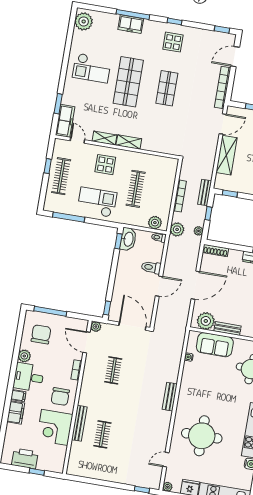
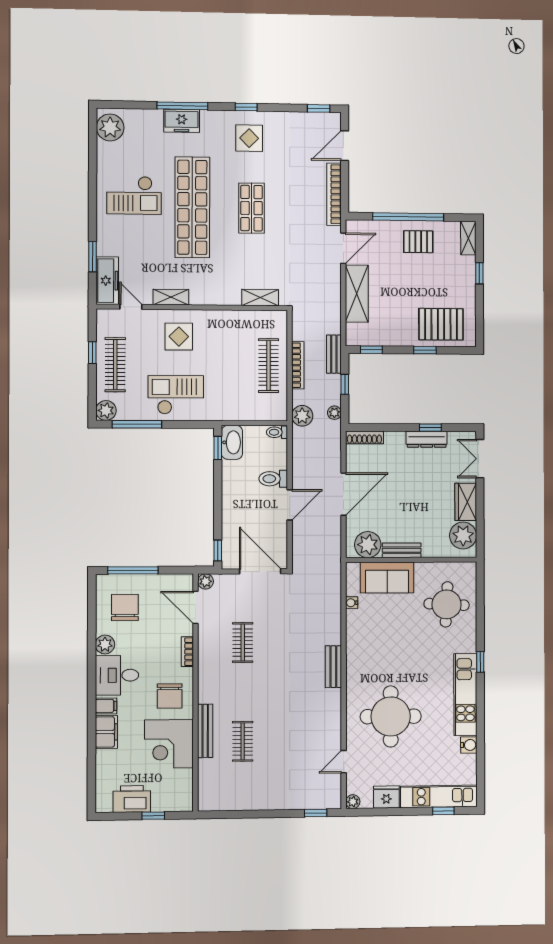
shop shelf: (128, 82) -> (192, 207), width x1.40
shelving: (129, 142) -> (260, 298), moved
clothes rail: (136, 189) -> (268, 366), moved
plant: (155, 223) -> (106, 411), moved

